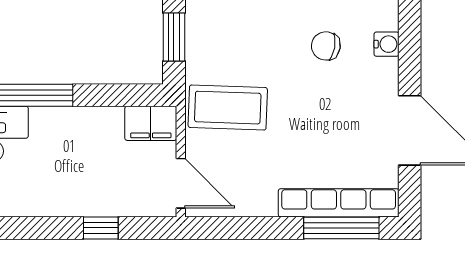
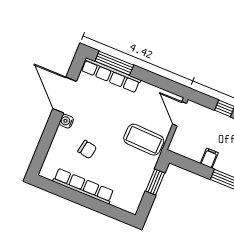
water cooler: (386, 44) -> (66, 121), moved
filing cabinet: (151, 123) -> (209, 158), moved, width x0.50

